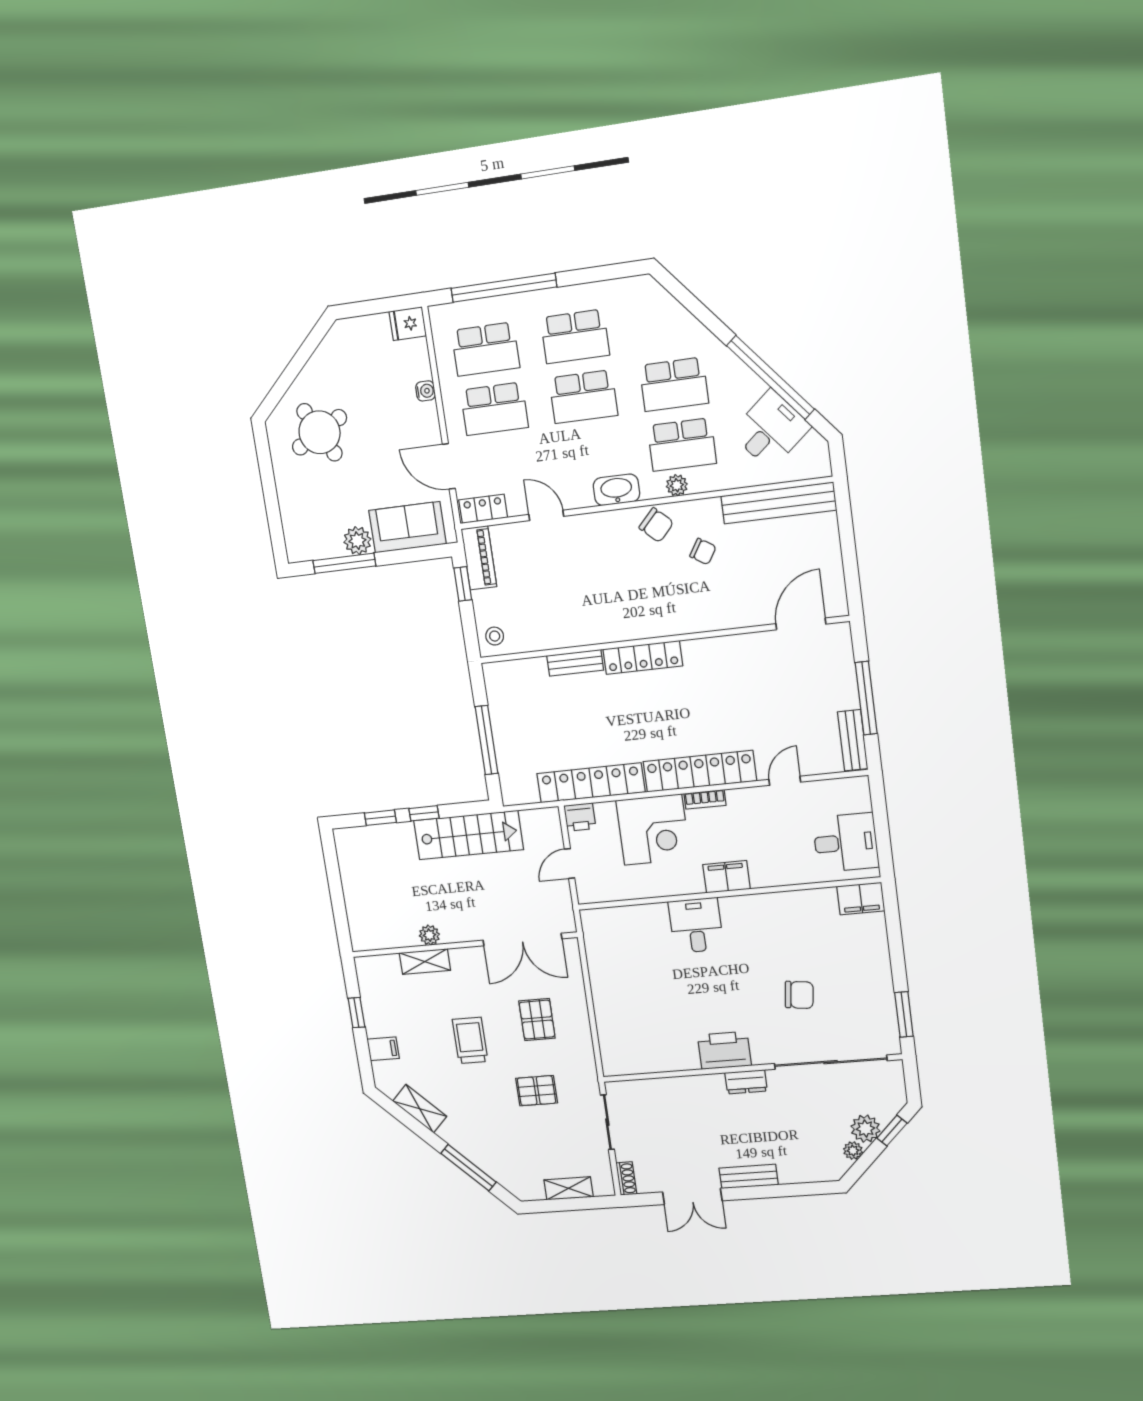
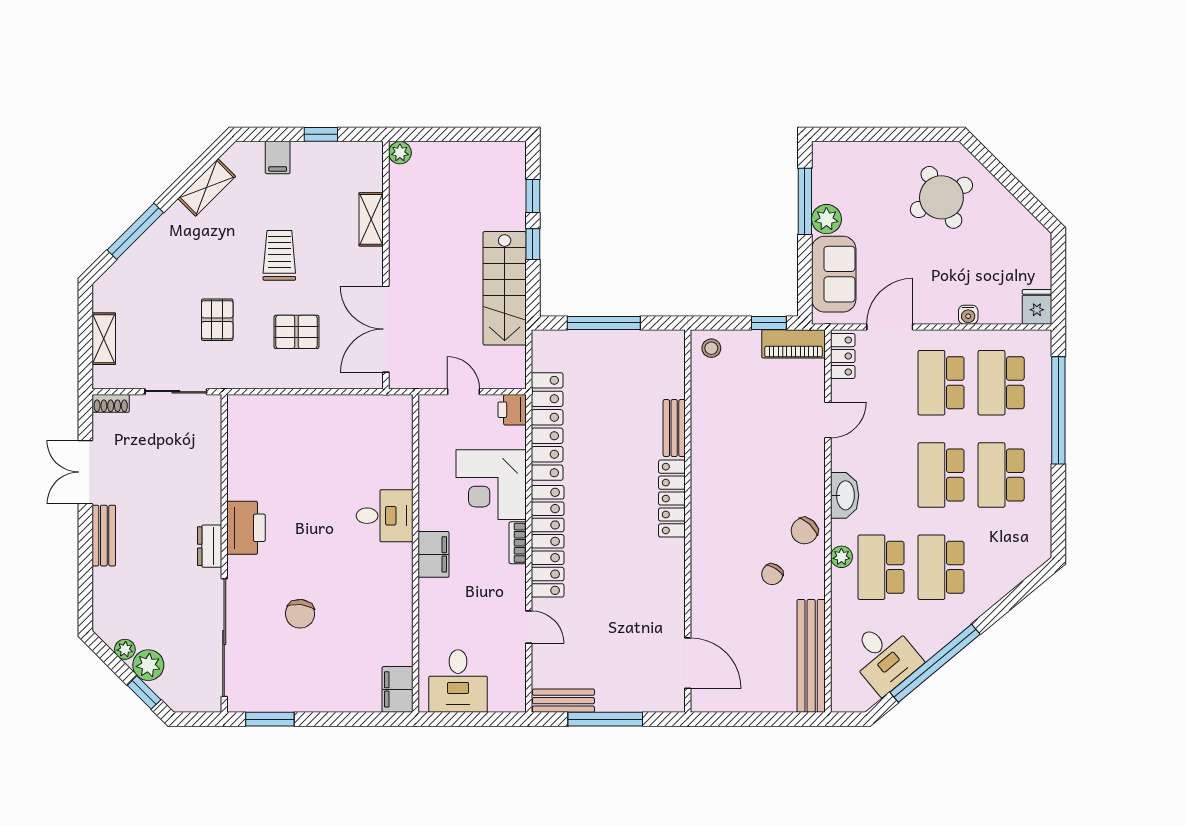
plant: (429, 935) -> (400, 153), moved
trolley: (470, 1040) -> (279, 255), turned -90

